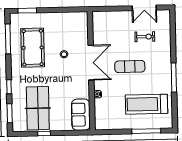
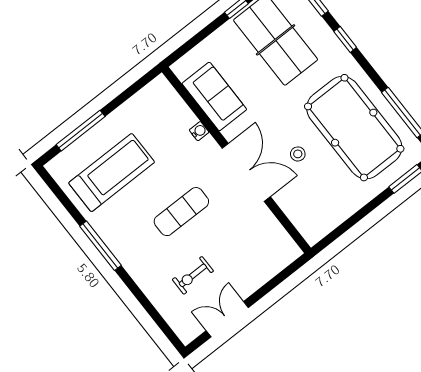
pool table: (33, 48) -> (354, 128), width x1.36, depth x1.32
double door: (91, 63) -> (246, 172), swing flipped
sofa: (81, 115) -> (214, 96), moved

